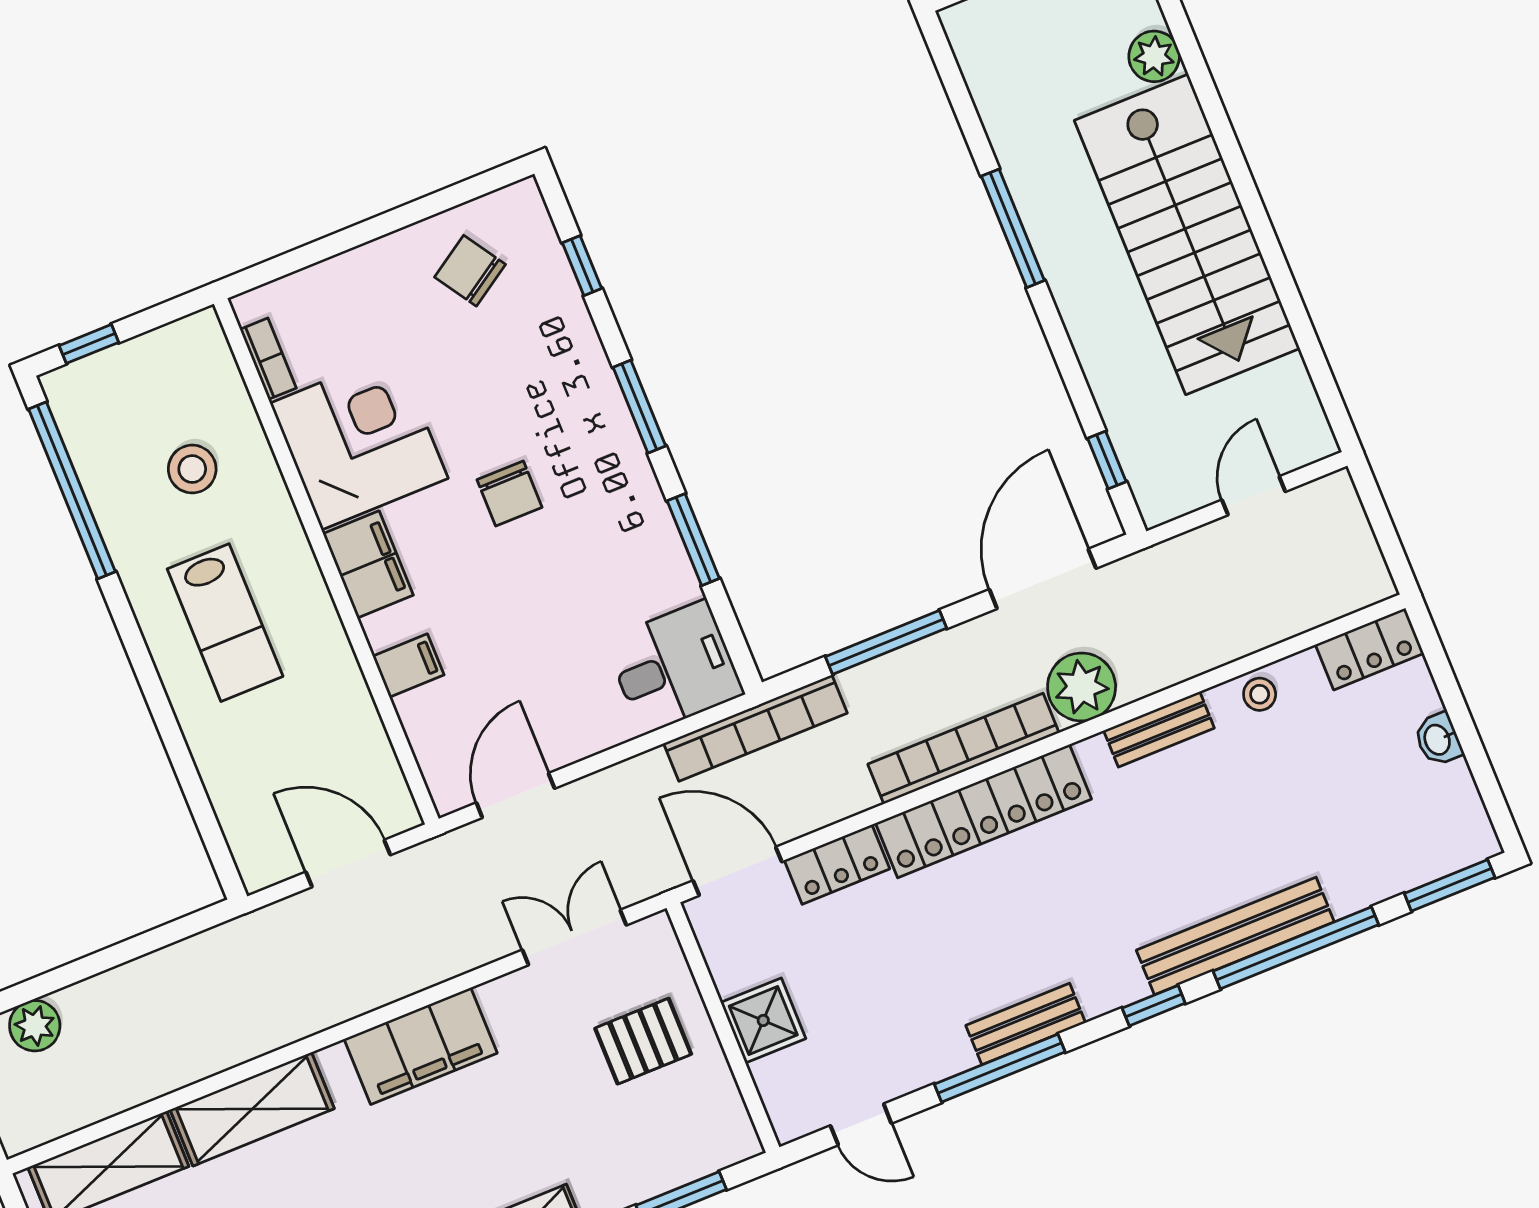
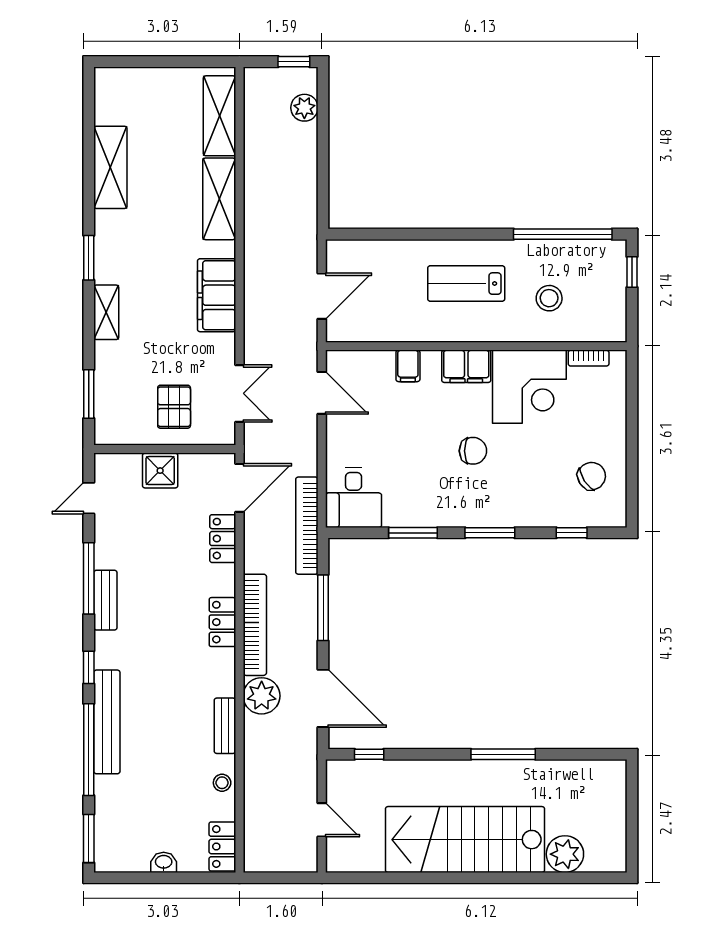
plant: (1154, 56) -> (565, 854), width x1.36, depth x1.36
chair: (509, 493) -> (473, 451), turned 180
locker: (983, 811) -> (222, 622), width x0.46, depth x0.83

